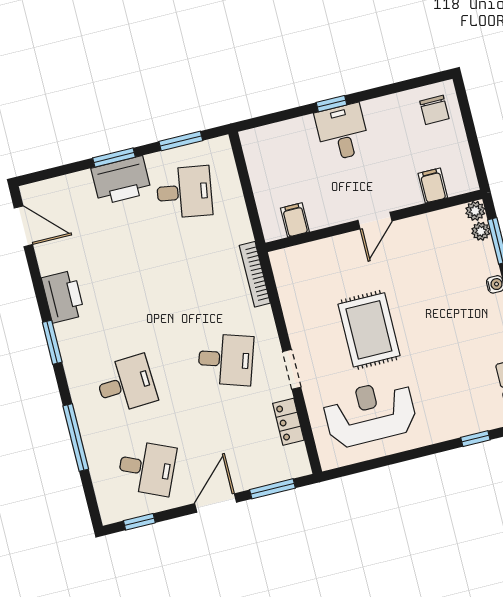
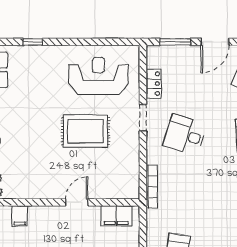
filing cabinet: (295, 220) -> (116, 216), width x2.00
door: (375, 221) -> (77, 202), moved
rug: (369, 330) -> (85, 131), turned 90
reception desk: (370, 413) -> (98, 76), turned 180

